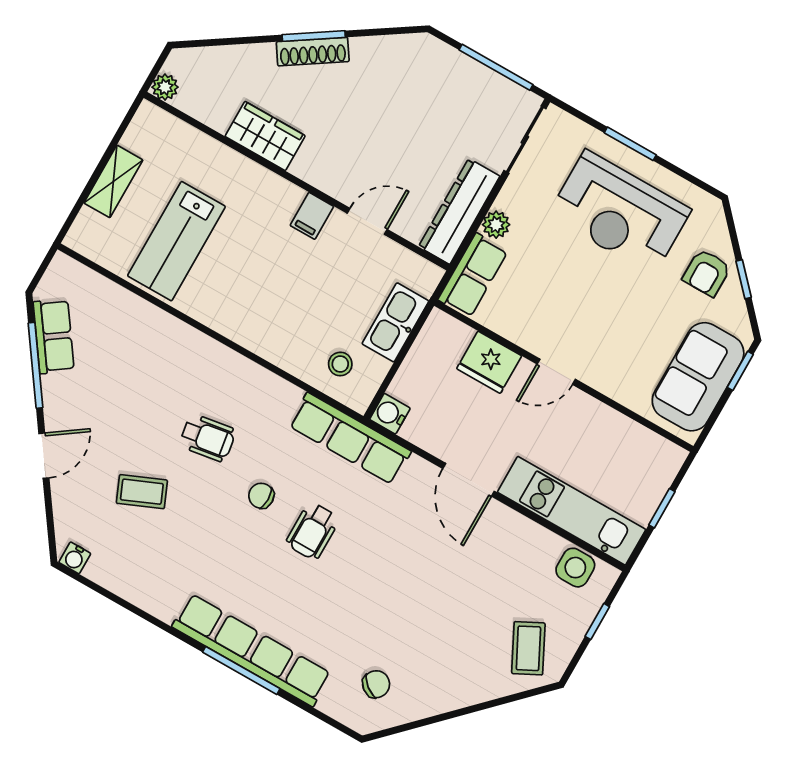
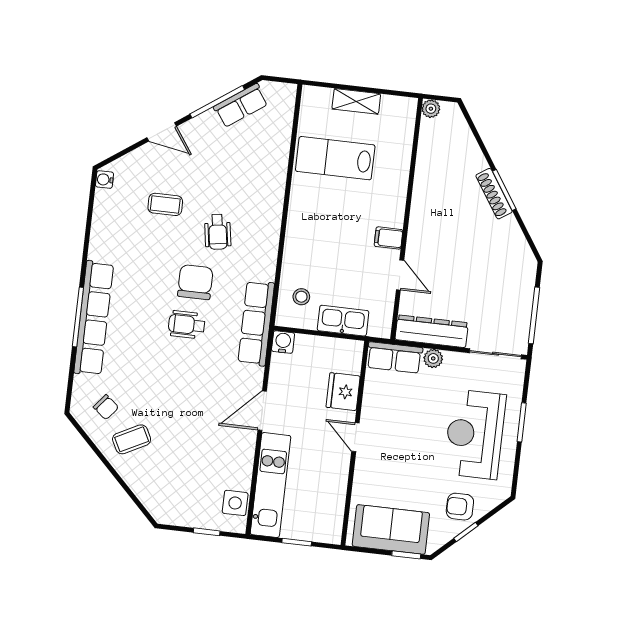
wardrobe: (265, 136) -> (427, 186), removed
coffee table: (142, 492) -> (165, 204), turned -67
chair: (261, 496) -> (195, 282), width x1.87, depth x1.87
coffee table: (528, 648) -> (132, 439), moved

